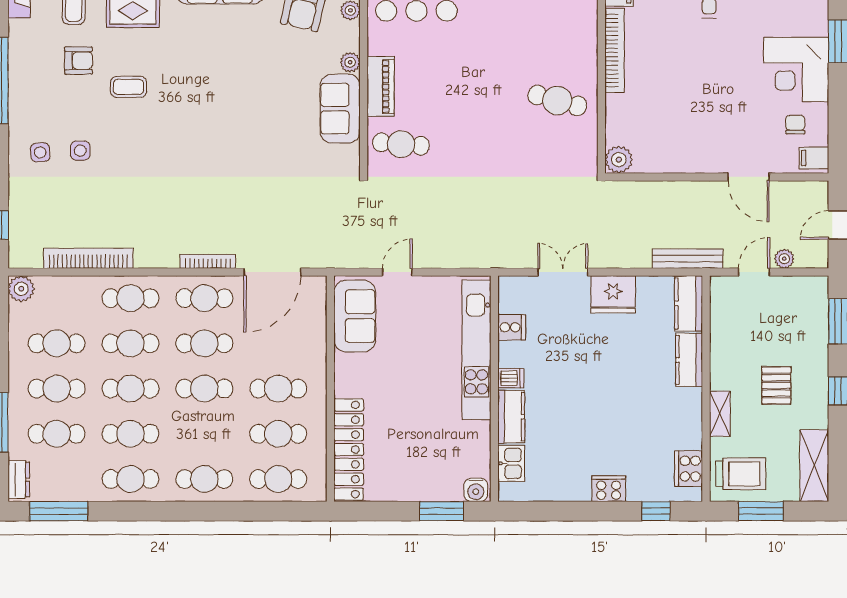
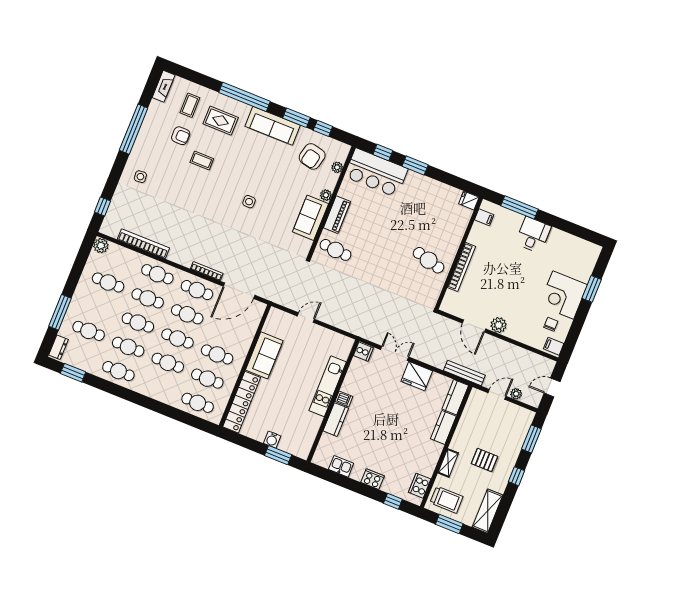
bookcase: (615, 50) -> (462, 267), moved
side table: (80, 151) -> (249, 202), moved
plant: (619, 160) -> (499, 325), moved
door: (749, 177) -> (474, 326), moved
sofa: (355, 316) -> (264, 355), moved
cooker: (512, 327) -> (363, 352), moved
kitchen unit: (476, 350) -> (328, 386), width x0.73
pallet: (776, 385) -> (485, 460), turned 90
cafe table: (57, 389) -> (98, 307), removed
kitchen sink: (511, 463) -> (341, 466), moved, turned -90
cafe table: (204, 479) -> (168, 363), moved
water cooler: (476, 490) -> (272, 440), moved
window: (59, 511) -> (73, 373), width x0.69

